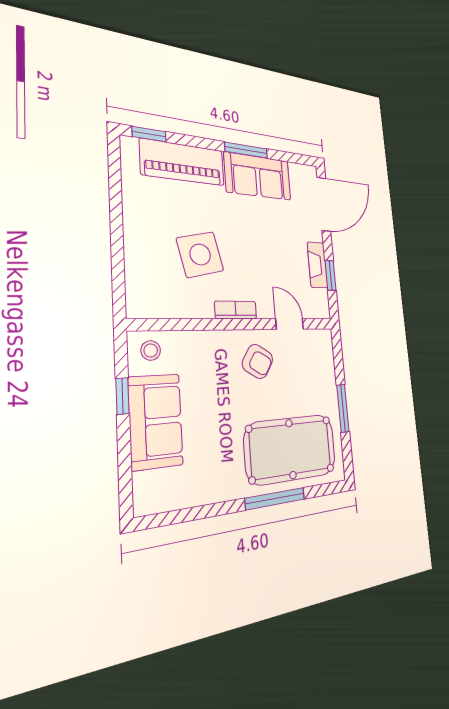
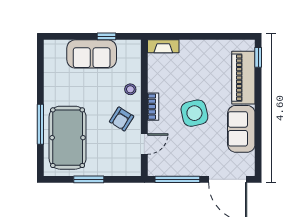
window: (246, 150) -> (258, 122), removed
side table: (200, 255) -> (194, 113), moved
fireplace: (317, 265) -> (163, 46), moved, turned 180
window: (330, 275) -> (177, 179), width x2.17
stool: (151, 350) -> (130, 89), moved

